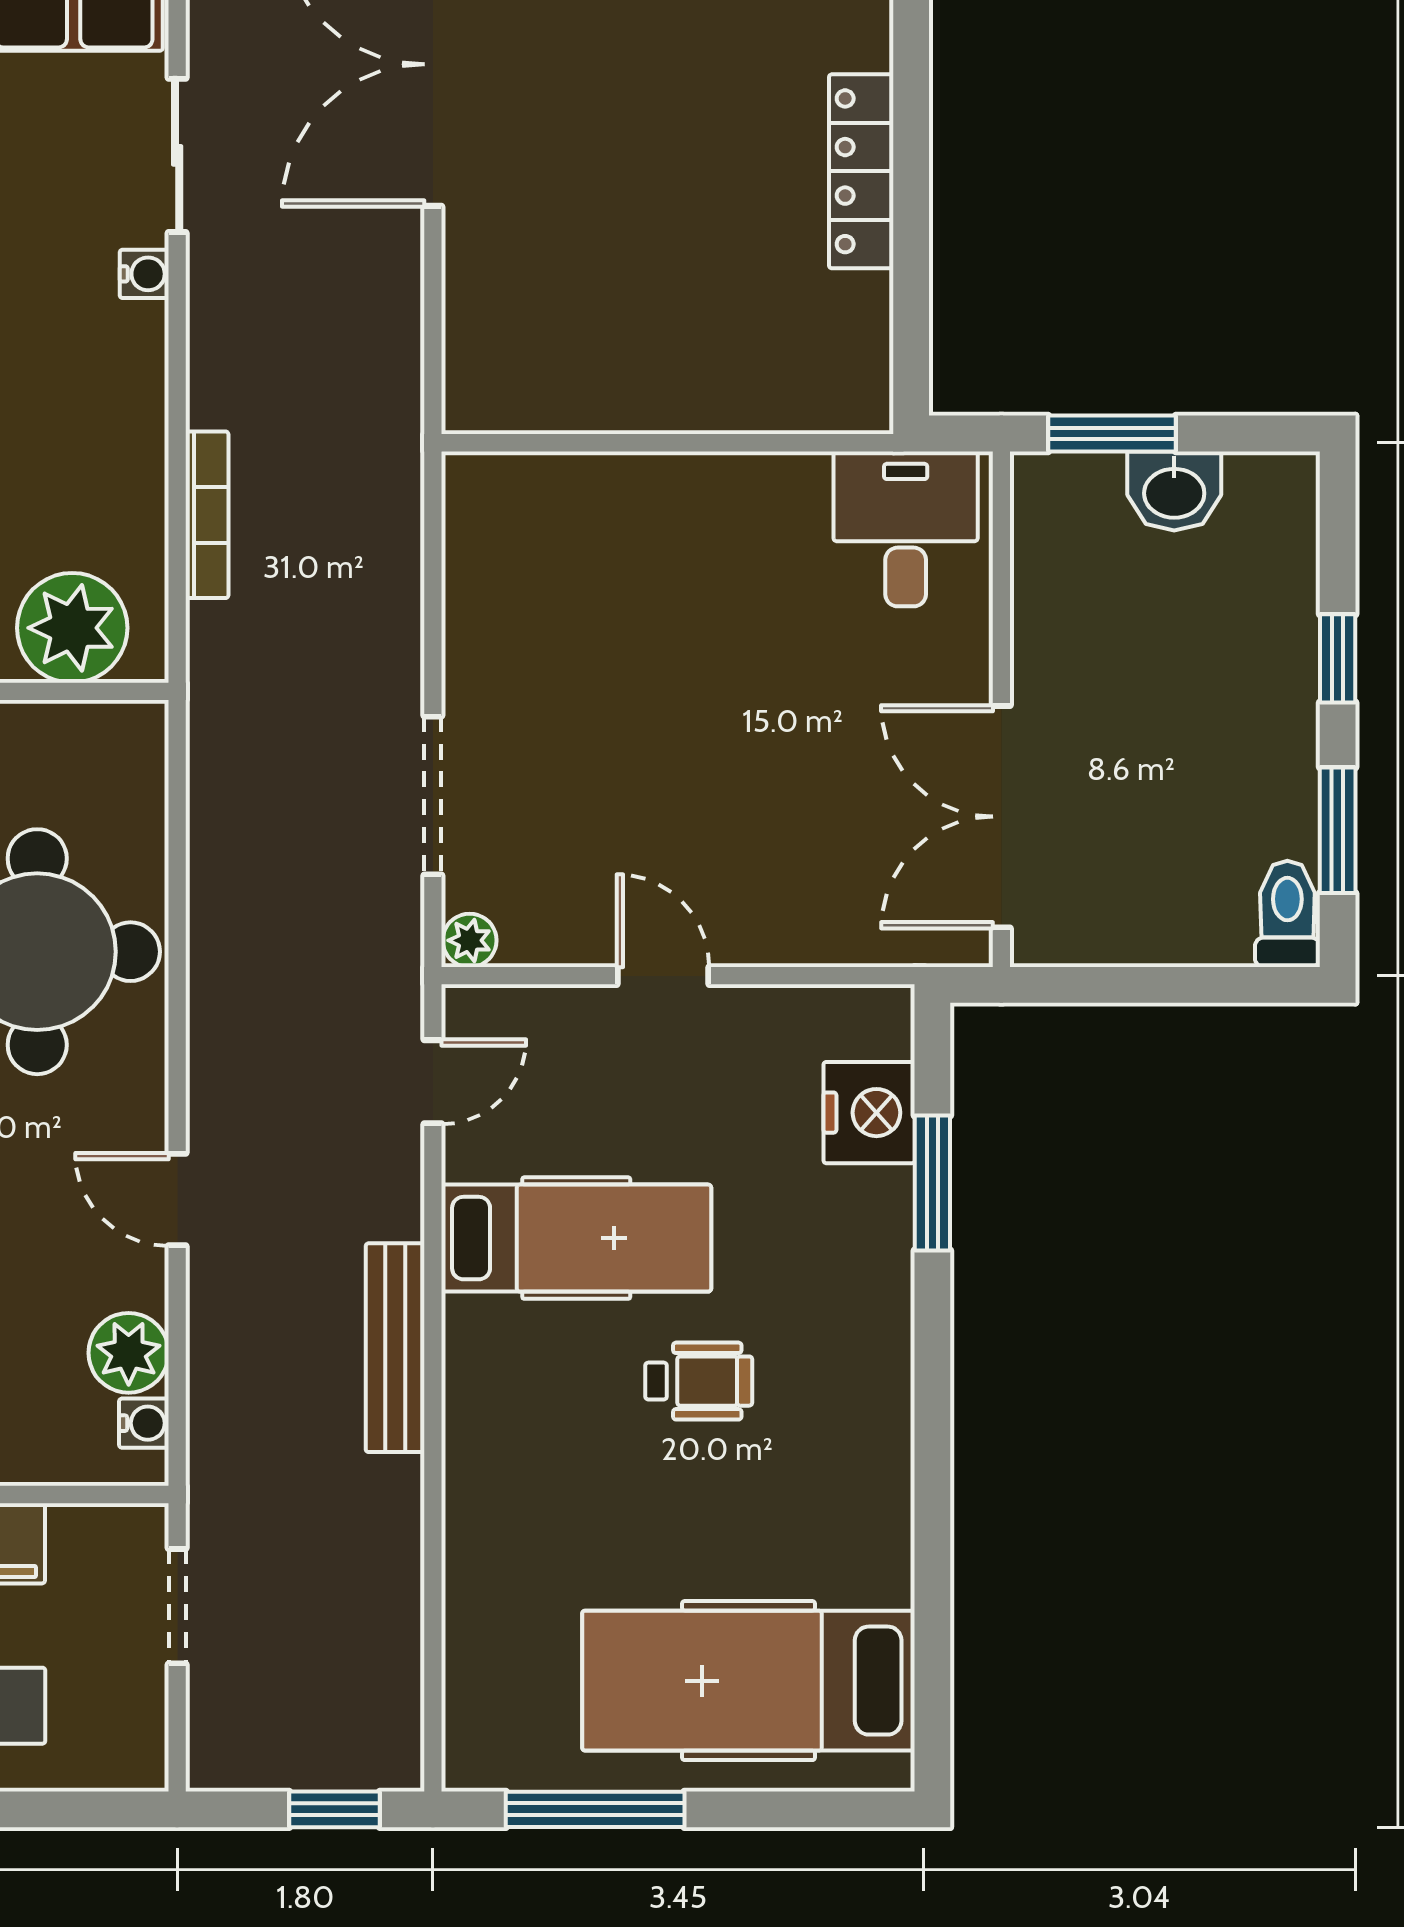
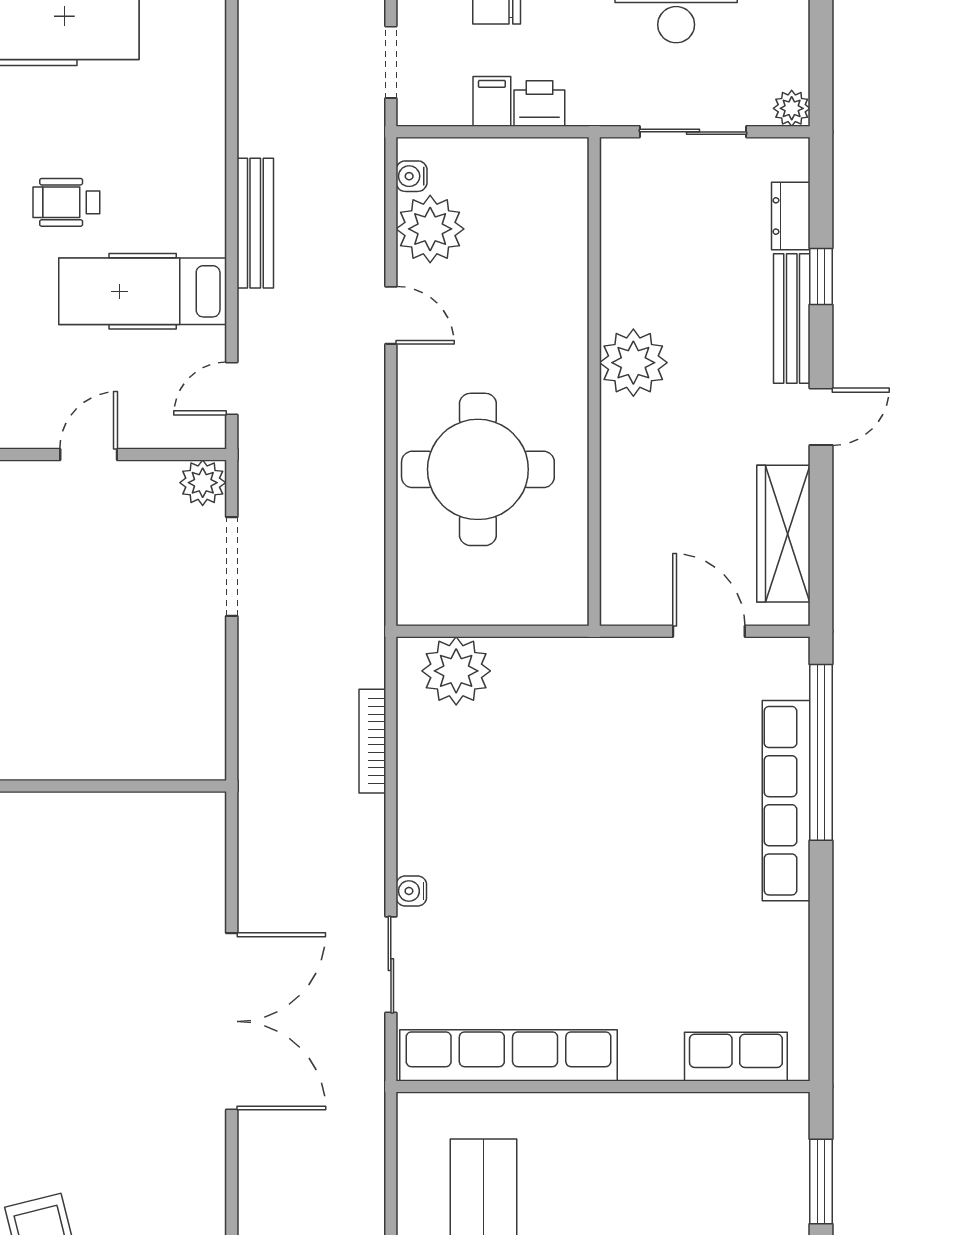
plant: (470, 940) -> (203, 483), width x1.38, depth x1.38
door: (663, 976) -> (89, 454), swing flipped
plant: (129, 1353) -> (430, 229), width x1.36, depth x1.36

